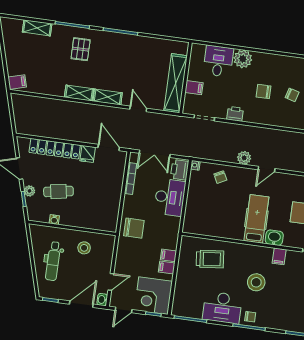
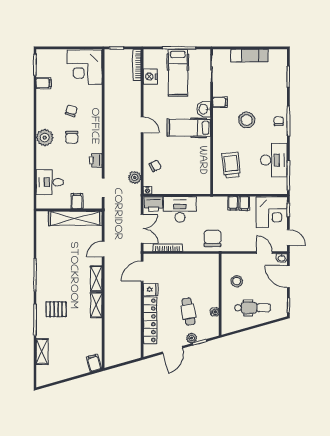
plant: (243, 59) -> (45, 138), moved
plant: (244, 158) -> (135, 177), moved
desk: (222, 307) -> (274, 160), moved

